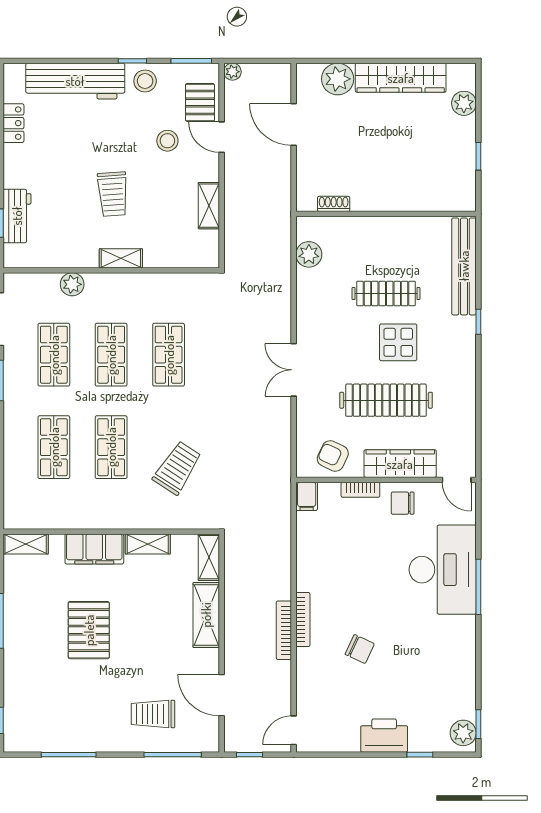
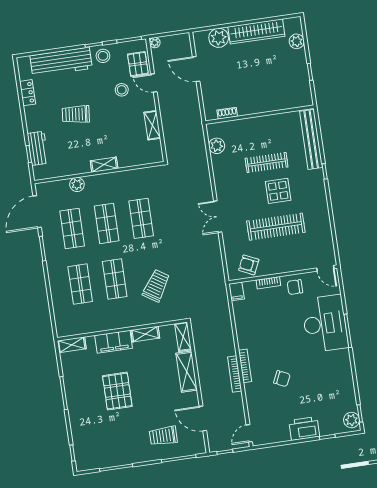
trolley: (113, 194) -> (76, 114), moved, turned 100
wardrobe: (400, 464) -> (290, 264), removed

